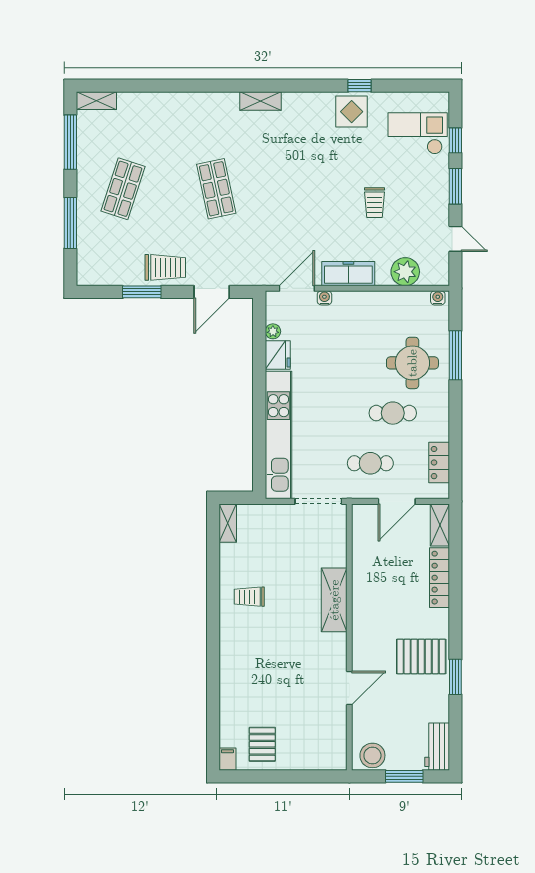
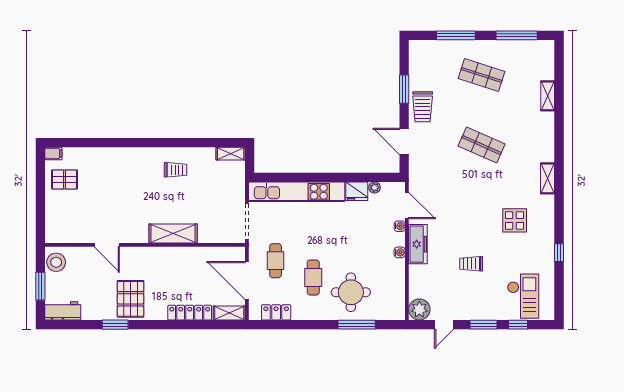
shelving: (96, 101) -> (548, 96), moved
display table: (352, 112) -> (515, 220), moved
shop shelf: (216, 189) -> (482, 145), turned 36
plant: (405, 272) -> (419, 309), moved
water cooler: (438, 298) -> (400, 252), moved
door: (397, 501) -> (247, 280), width x1.36
trolley: (249, 597) -> (175, 170), turned 90

